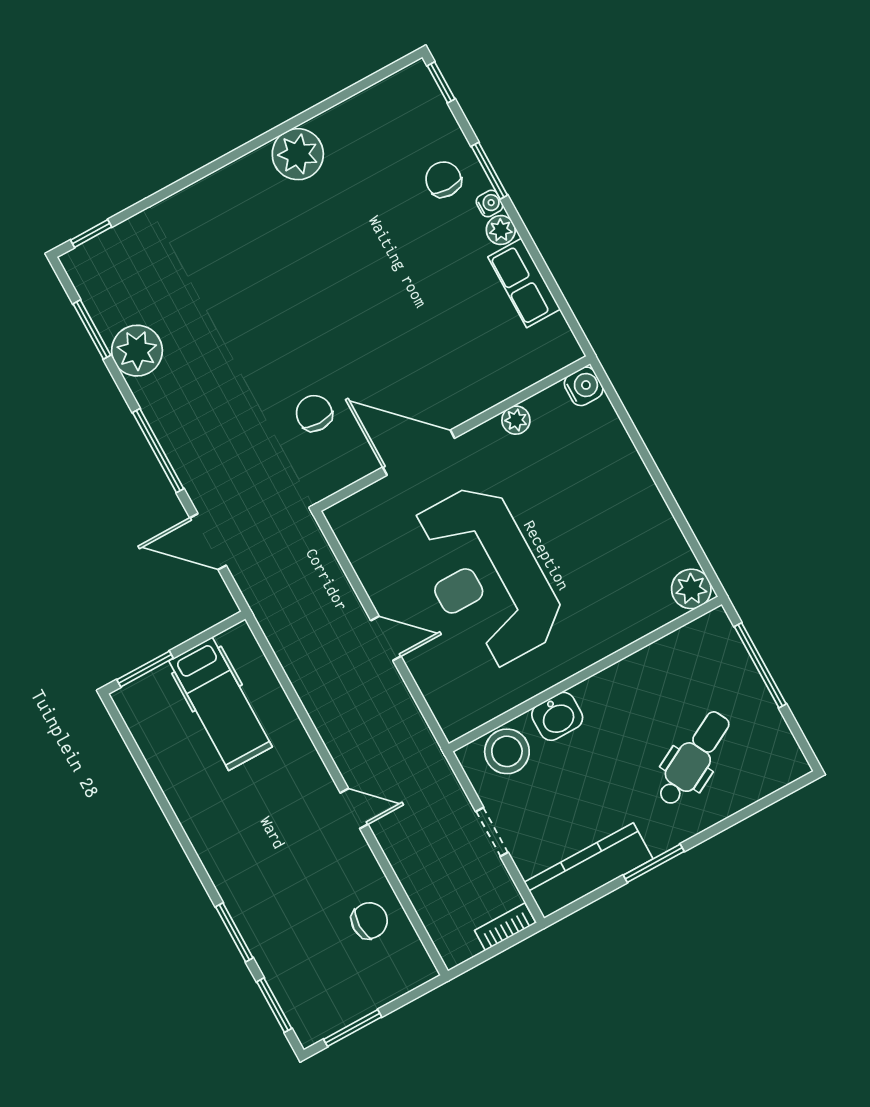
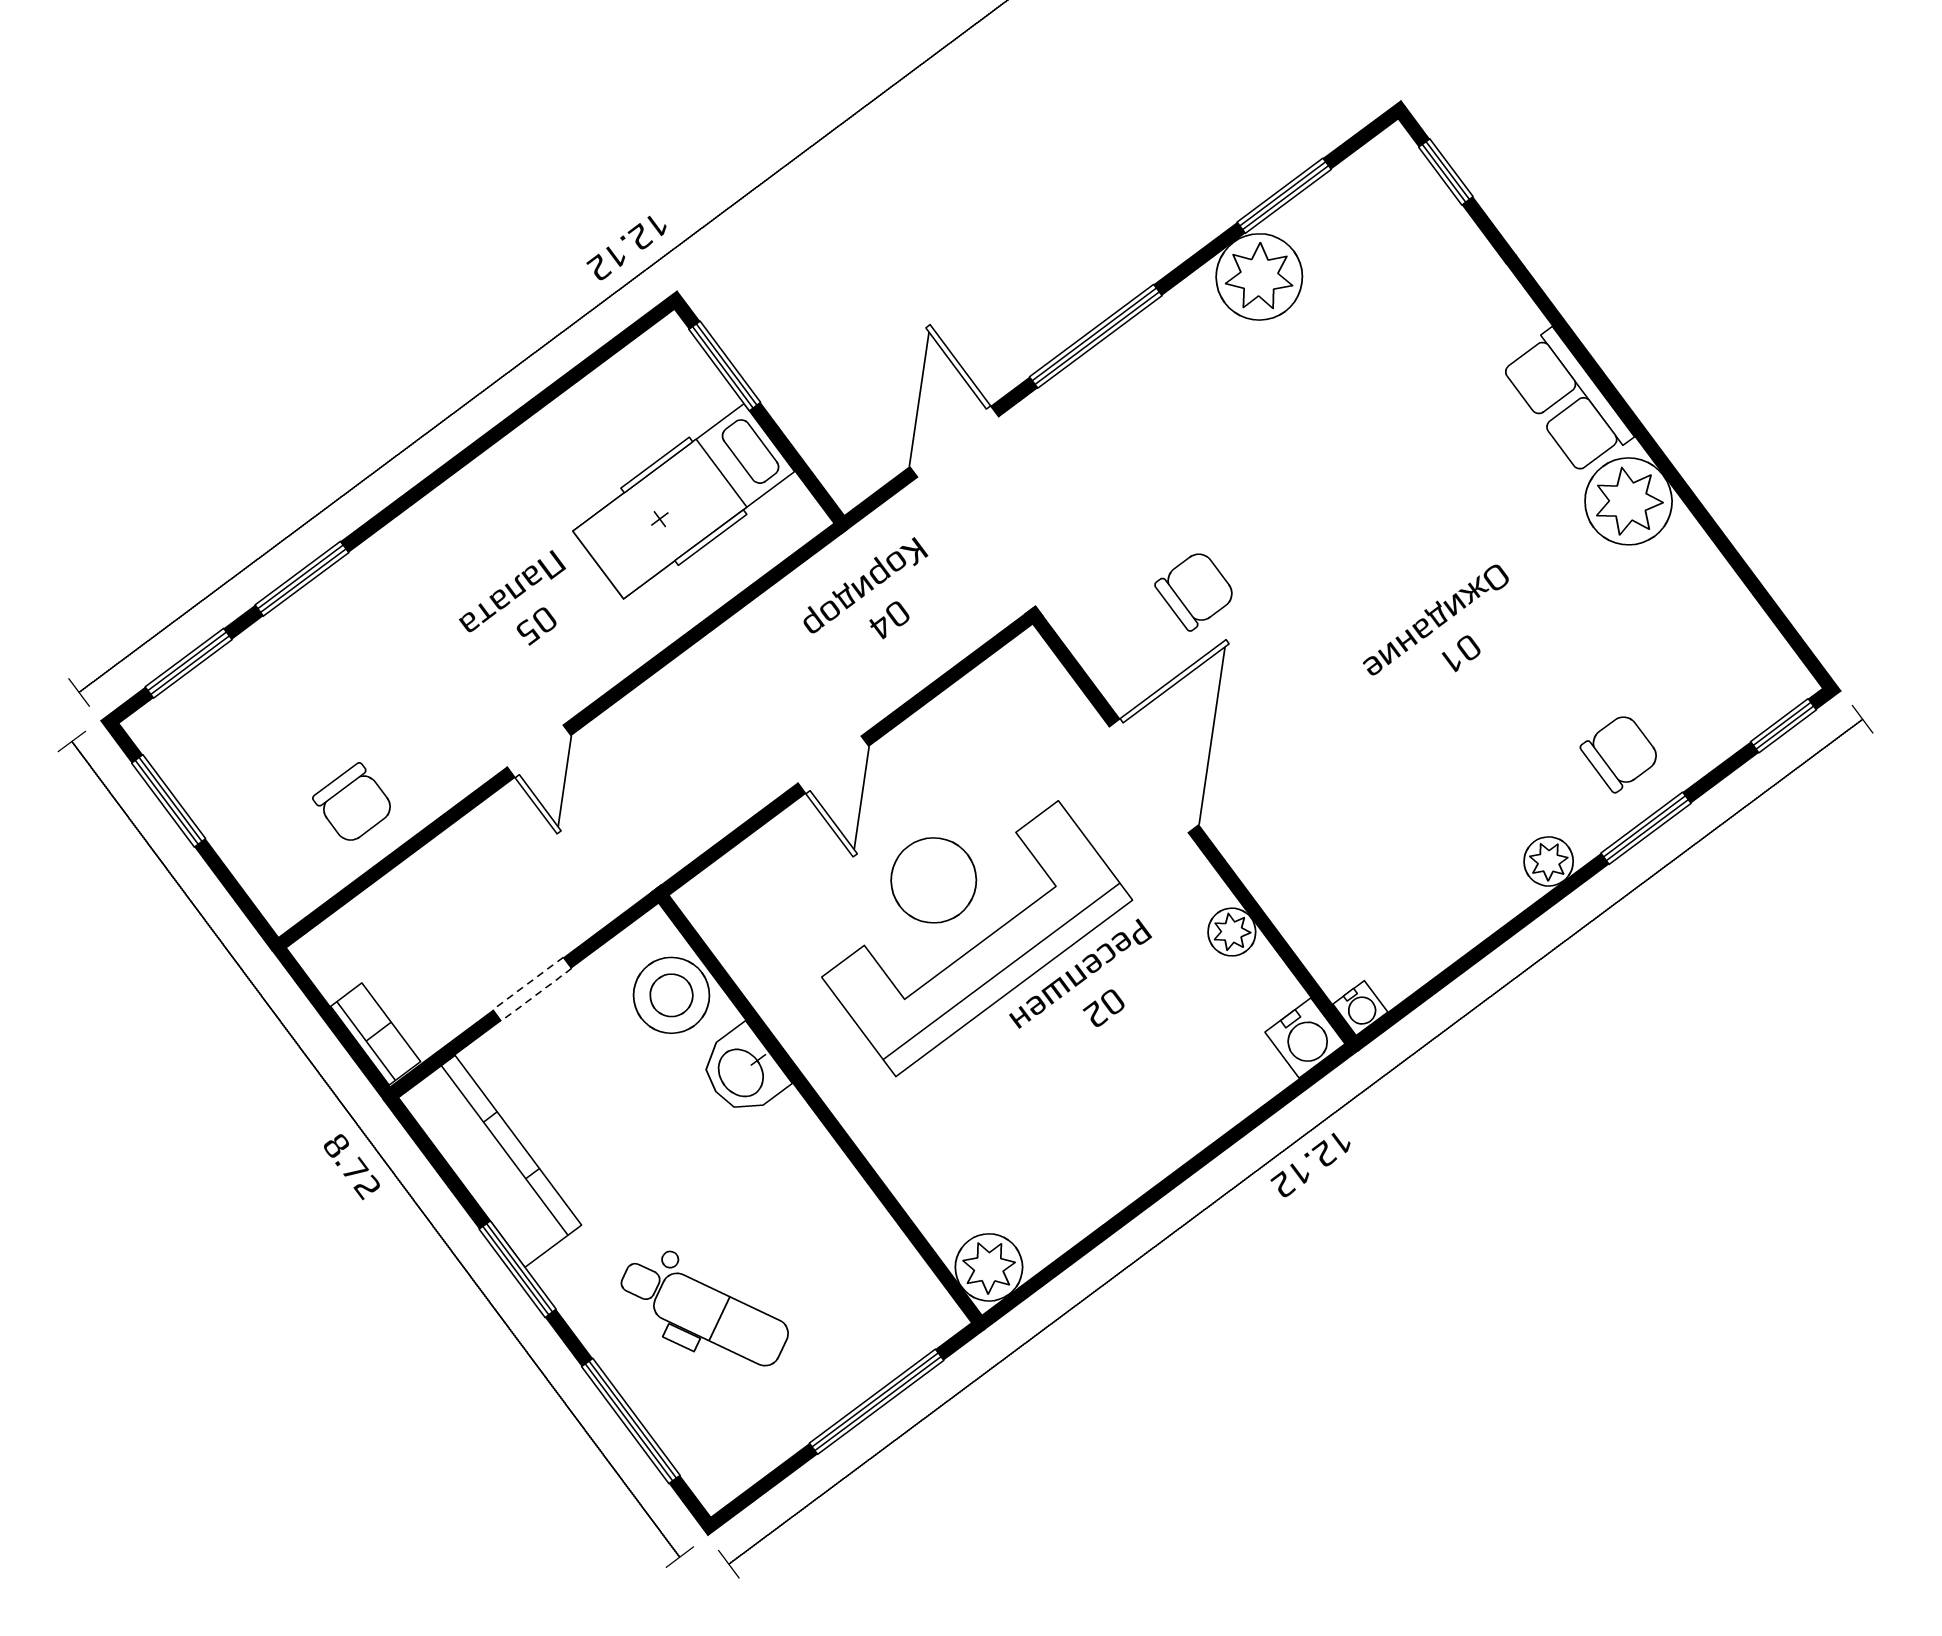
water cooler: (490, 203) -> (1360, 1008), moved
row of seats: (524, 283) -> (1567, 401), moved, turned -90
window: (751, 810) -> (631, 1421), added

